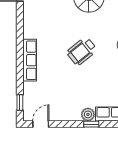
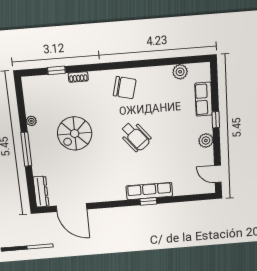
window: (20, 103) -> (148, 201), moved
plant: (88, 114) -> (206, 141), moved

